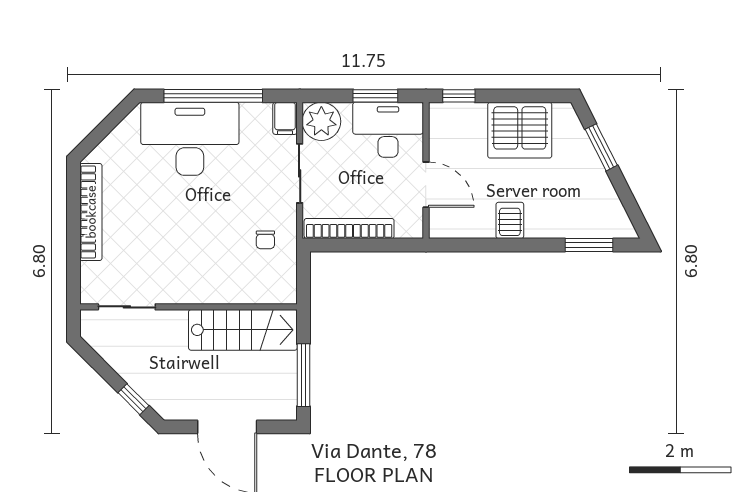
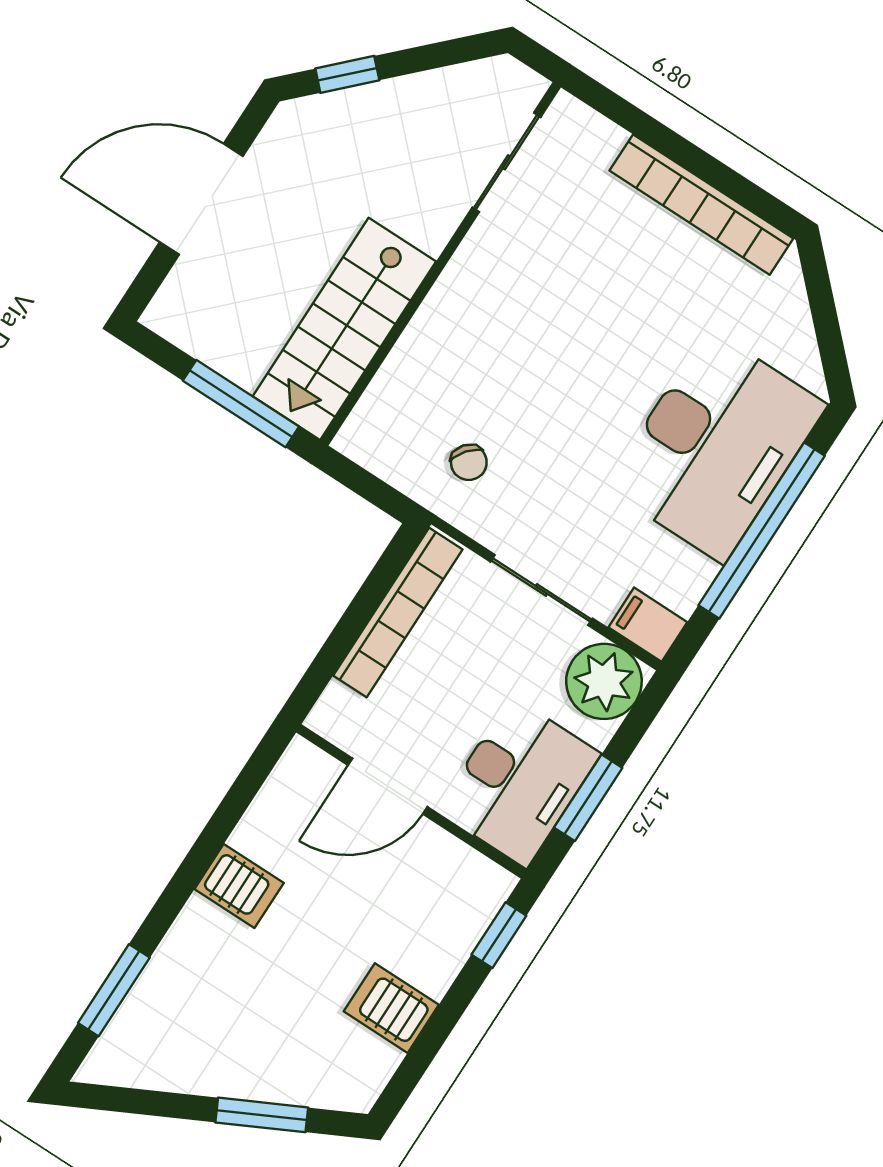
server rack: (520, 130) -> (391, 1008), width x0.46, depth x0.70
chair: (265, 240) -> (469, 462), turned -141
window: (303, 375) -> (241, 404), moved

